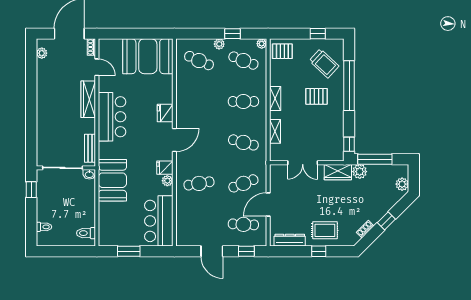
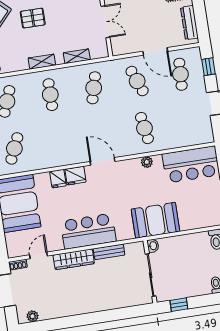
pallet: (317, 96) -> (33, 18), turned 90
bench: (90, 148) -> (109, 252), moved
fridge: (165, 168) -> (58, 179), moved

